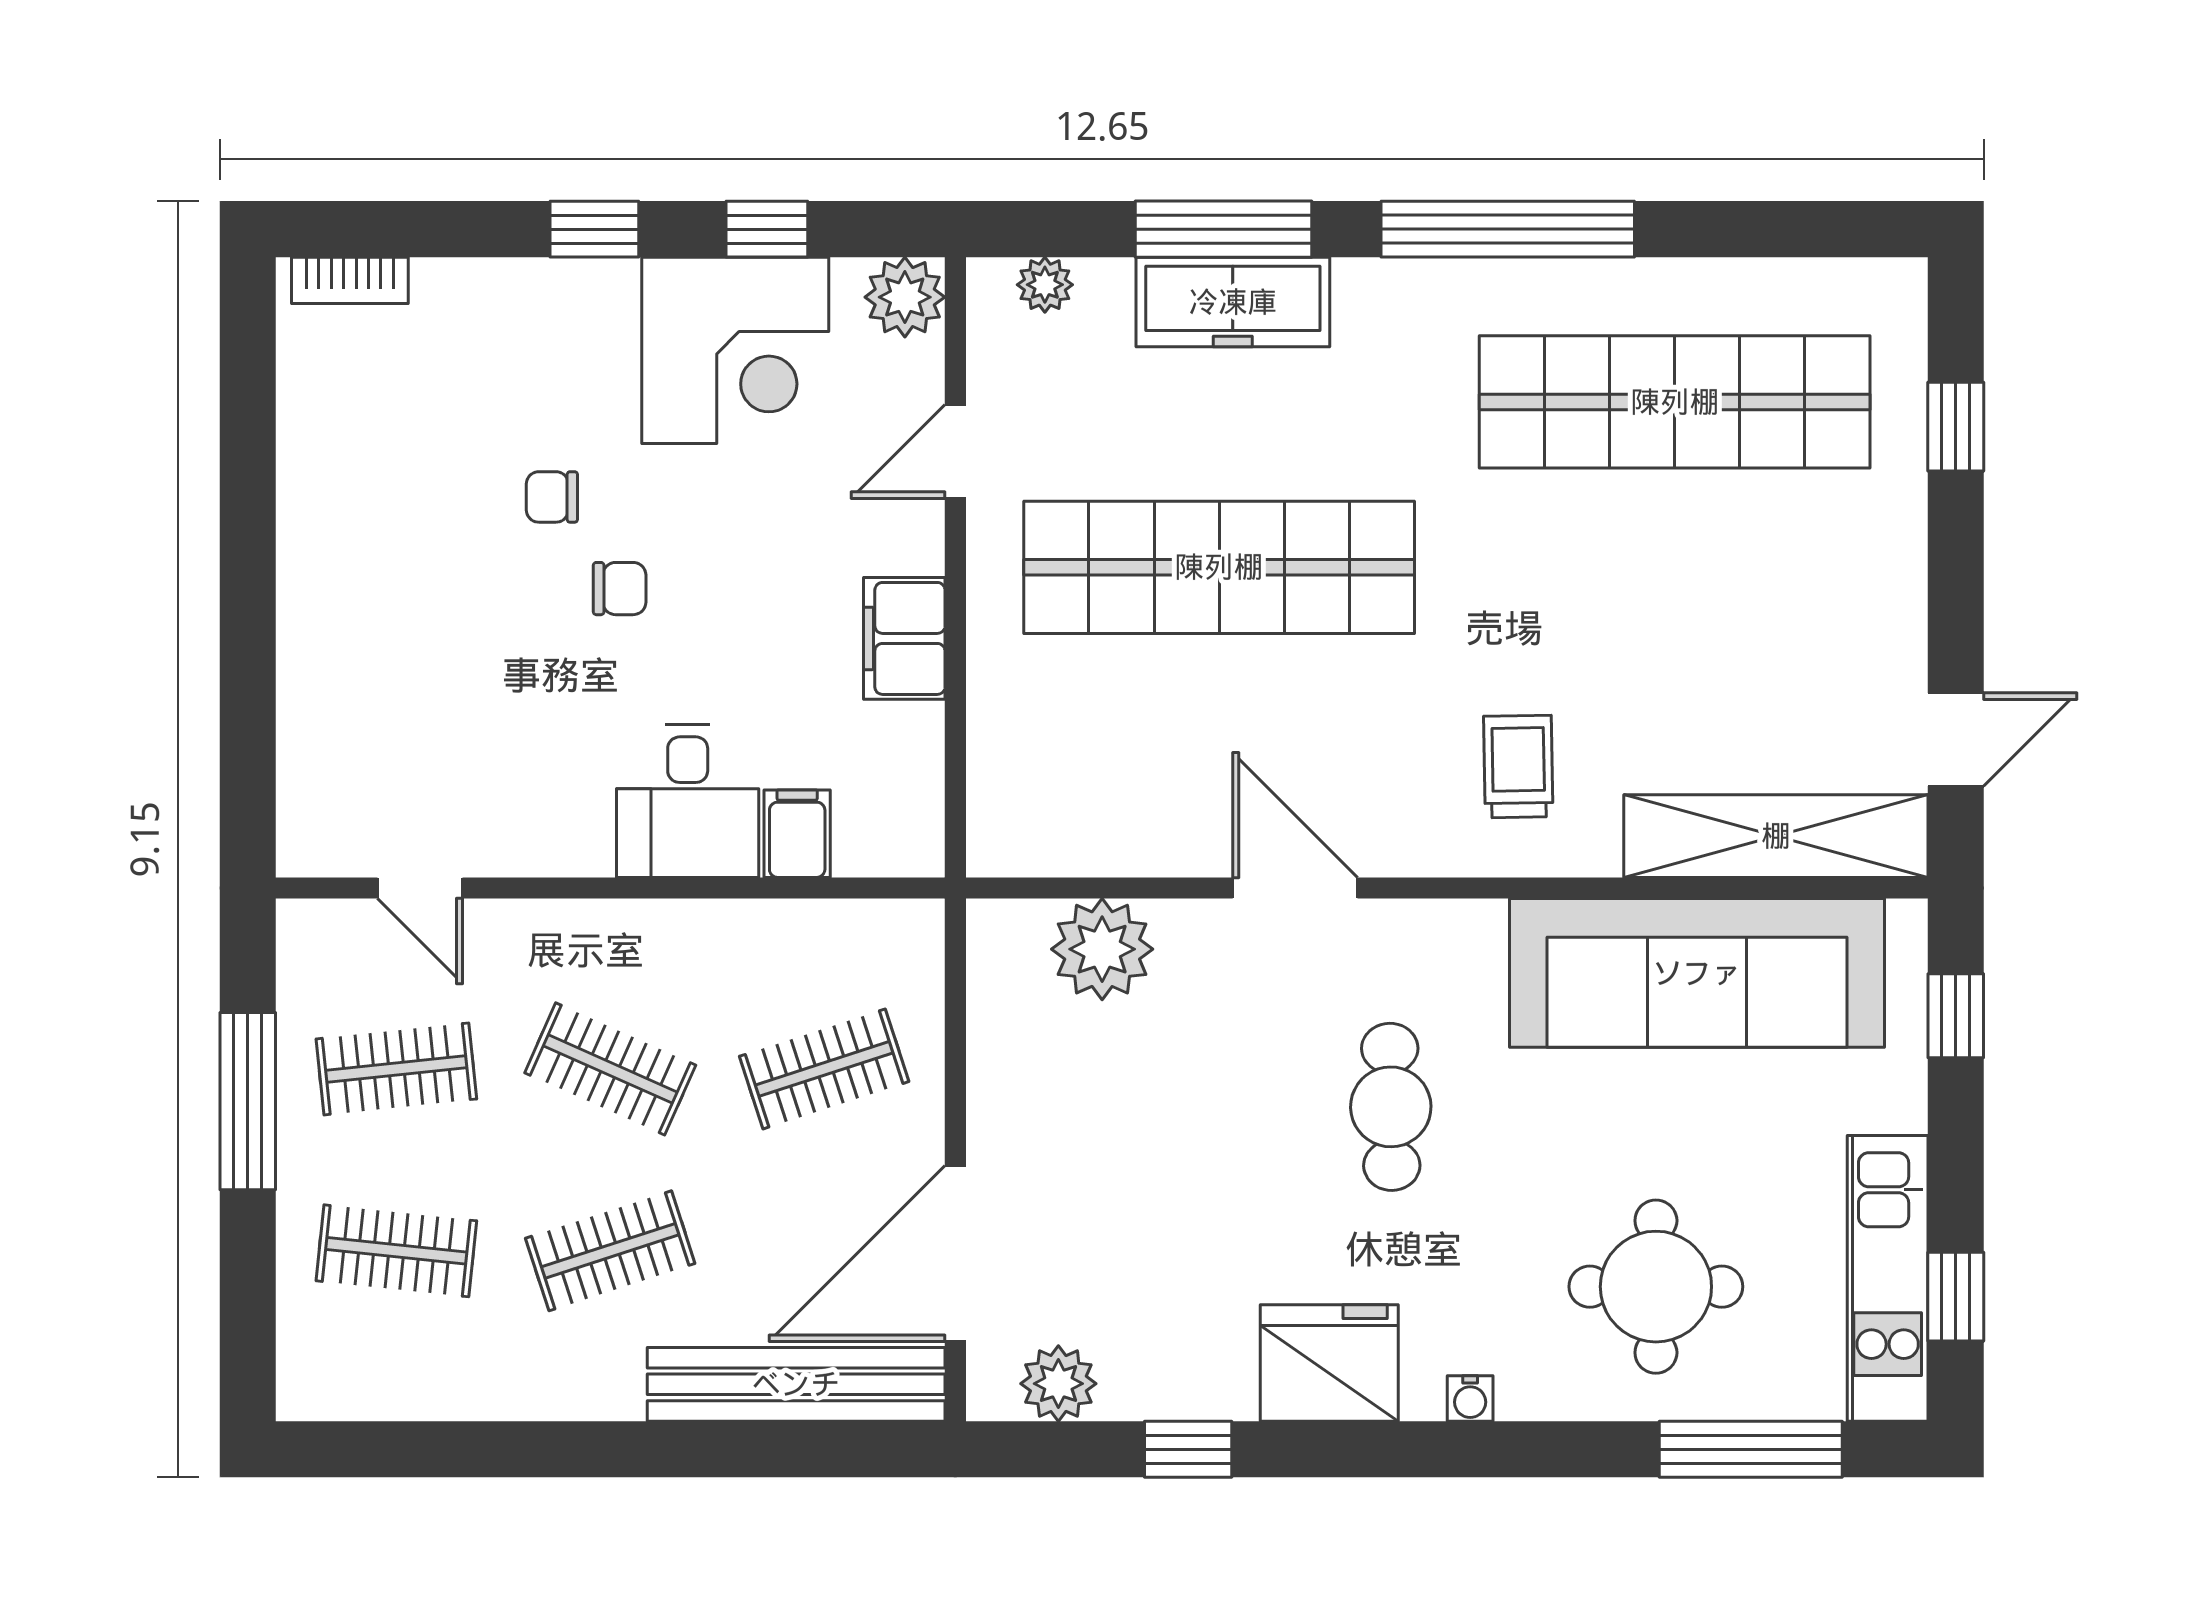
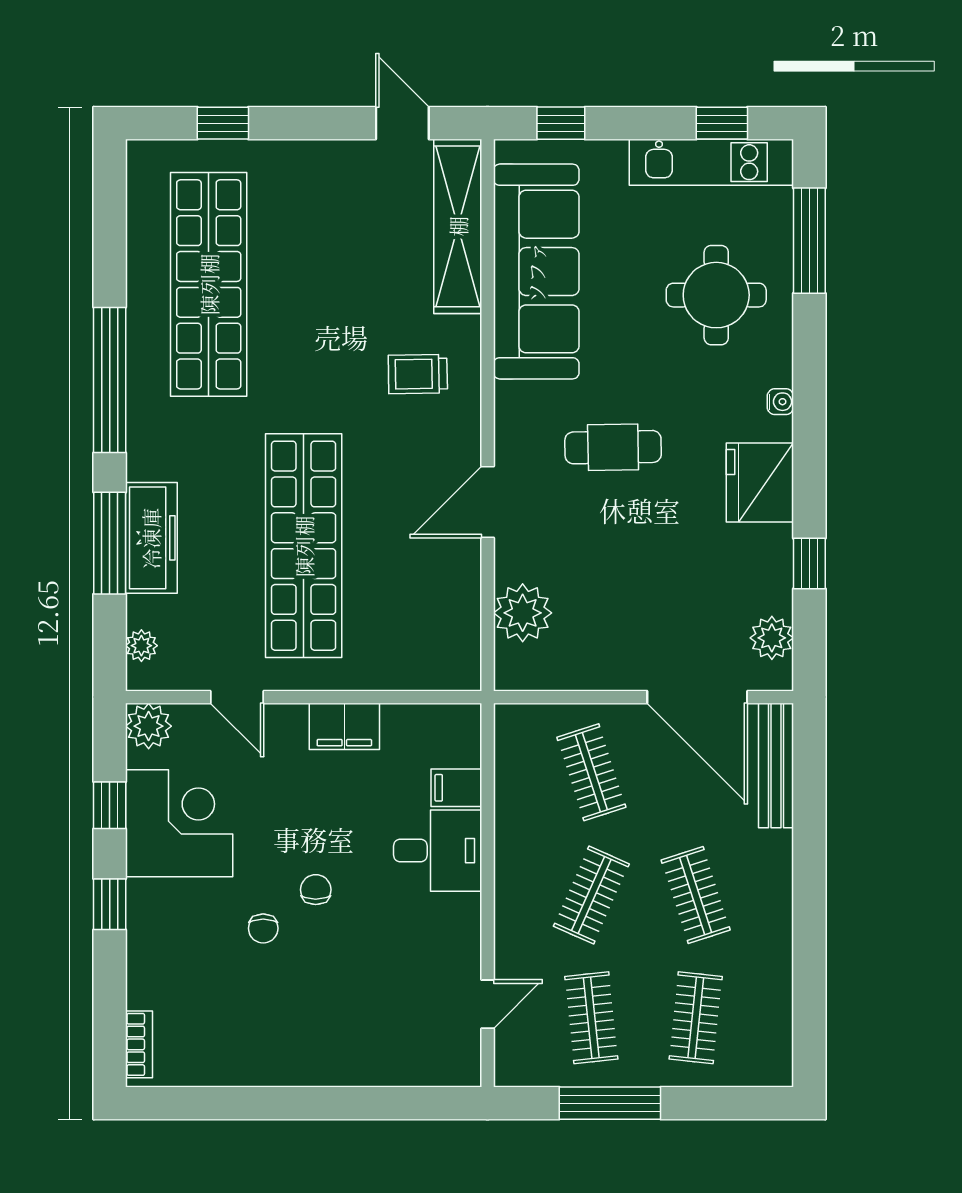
bench: (796, 1384) -> (776, 765), width x0.73, depth x0.82

